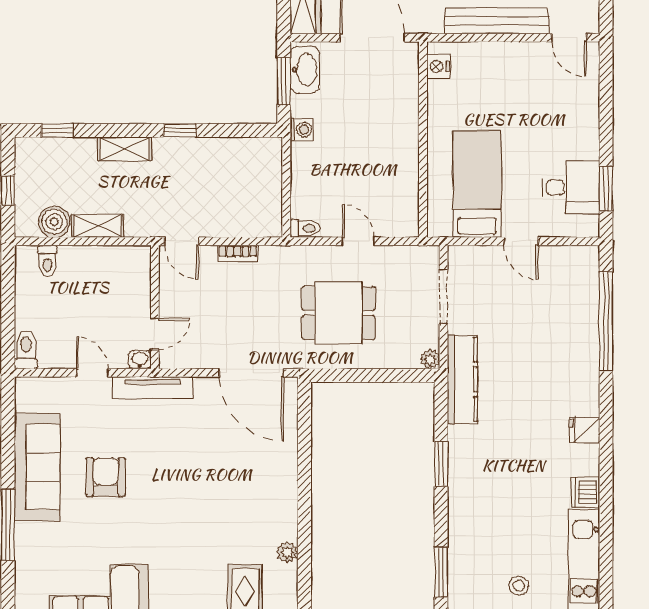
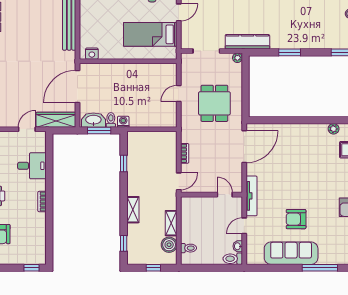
window: (180, 130) -> (124, 164), moved
toilet: (305, 228) -> (111, 120), moved
washbasin: (140, 360) -> (238, 246), moved

